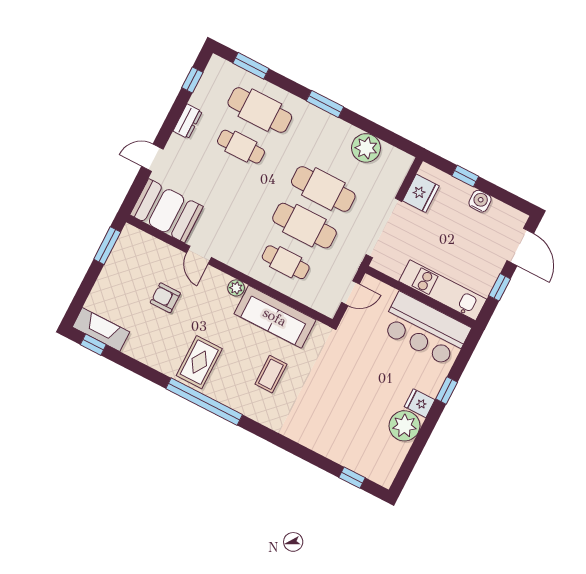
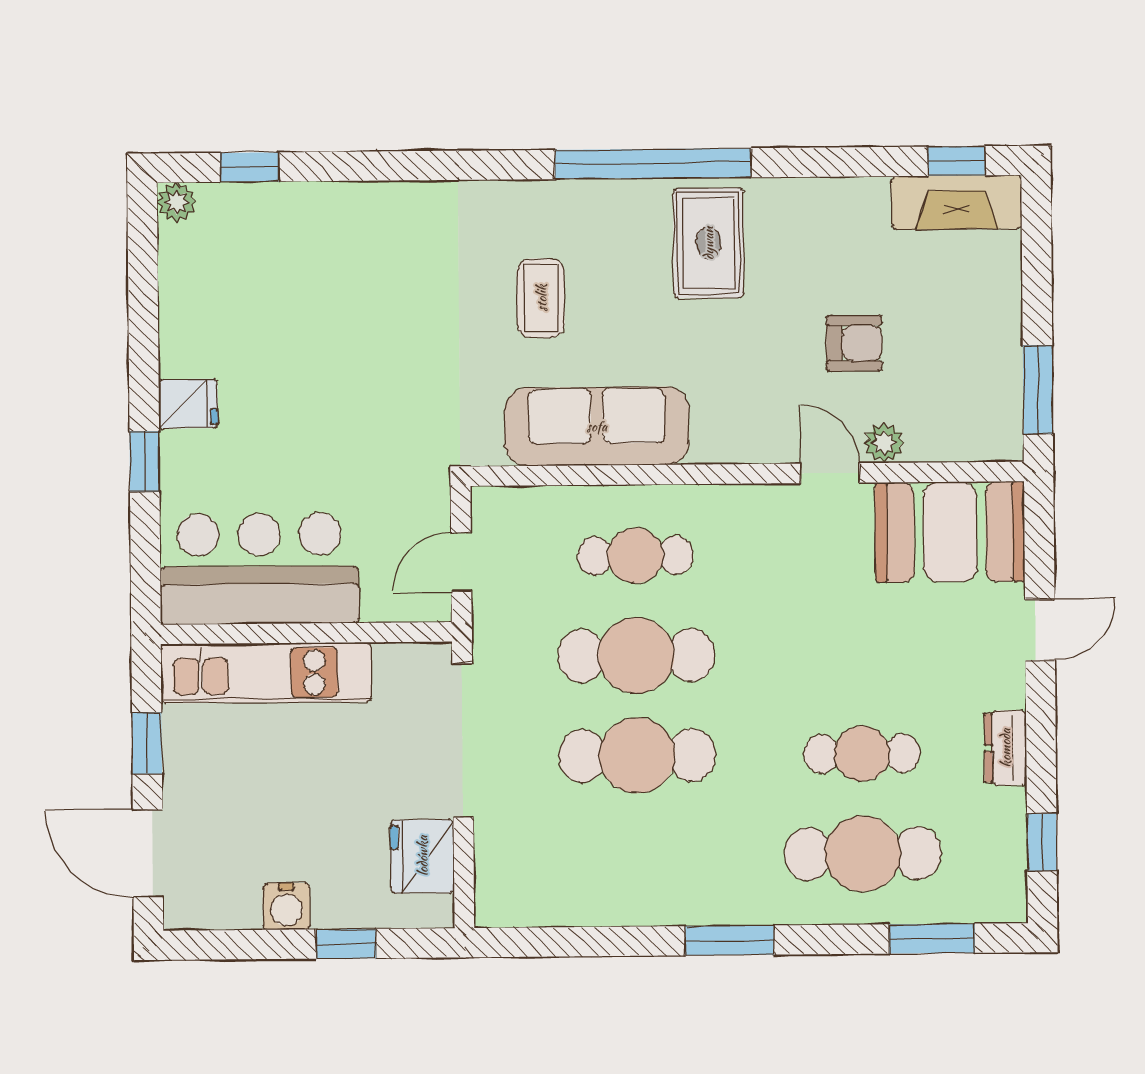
plant: (366, 148) -> (592, 892), removed
plant: (236, 288) -> (884, 443), moved
plant: (404, 426) -> (177, 202), moved, width x0.53, depth x0.53

